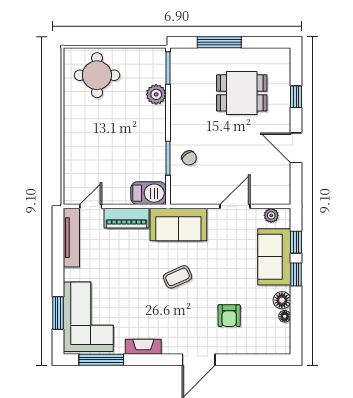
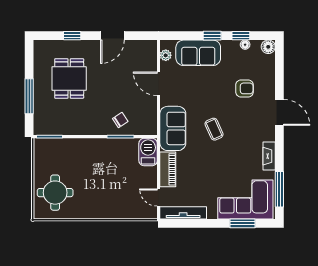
plant: (156, 94) -> (70, 146), removed
window: (296, 242) -> (241, 36), moved
floor lamp: (282, 300) -> (268, 47), moved

